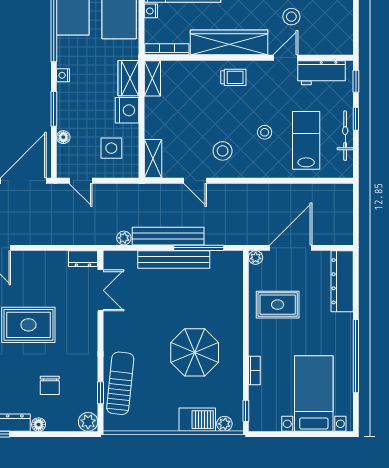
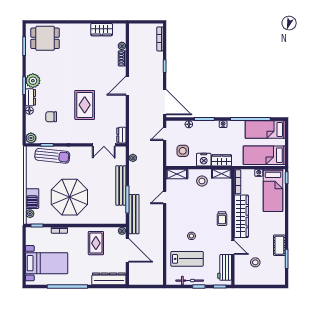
stool: (291, 17) -> (255, 262), moved
stool: (223, 151) -> (202, 181), moved
bench: (168, 236) -> (134, 214), moved
parasol: (195, 352) -> (69, 197), width x1.36, depth x1.36

